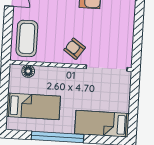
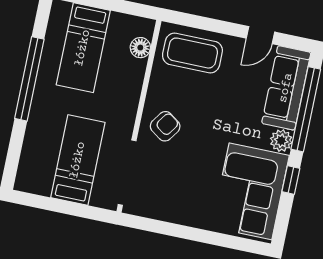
bed: (102, 124) -> (78, 160), moved

